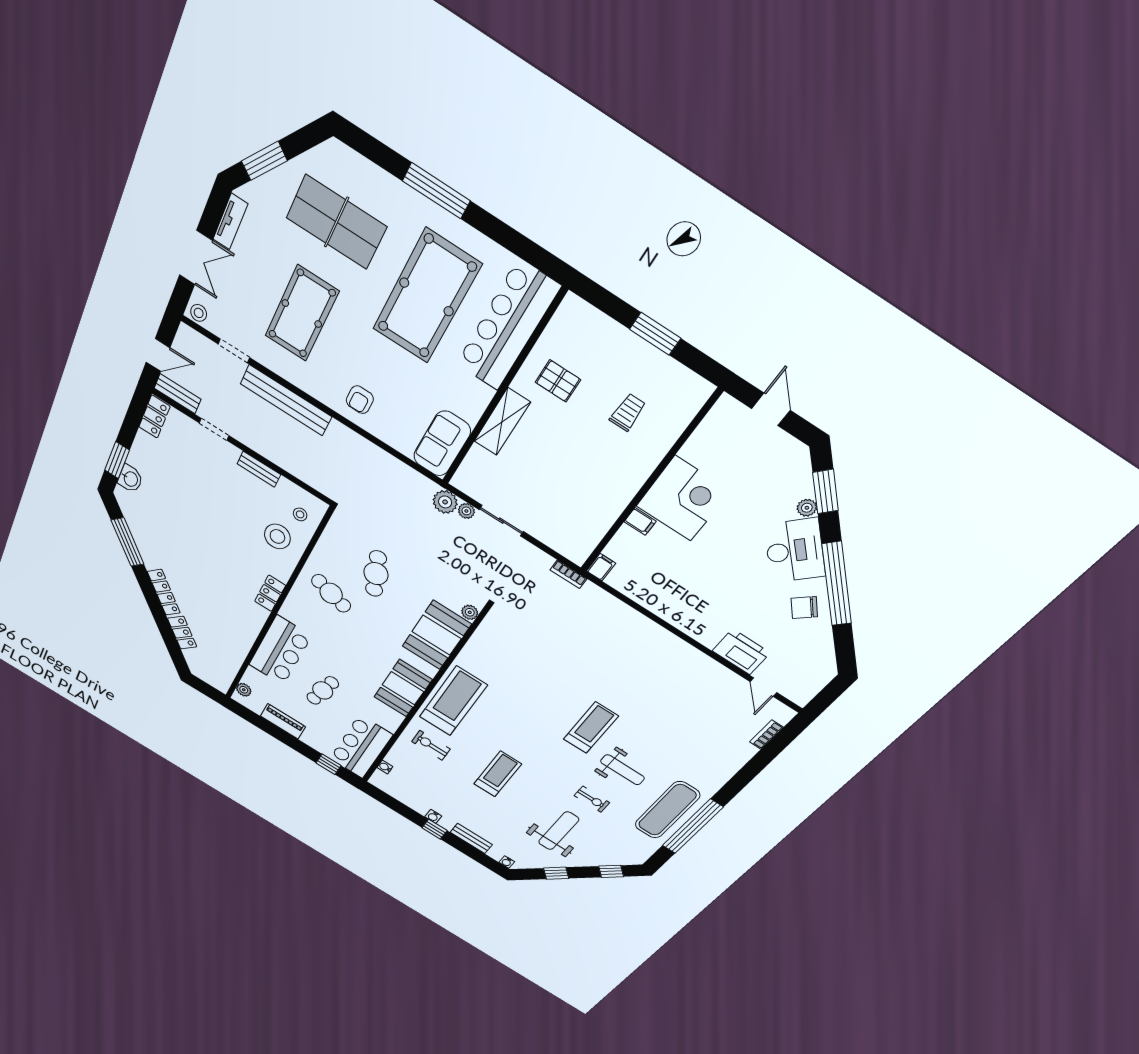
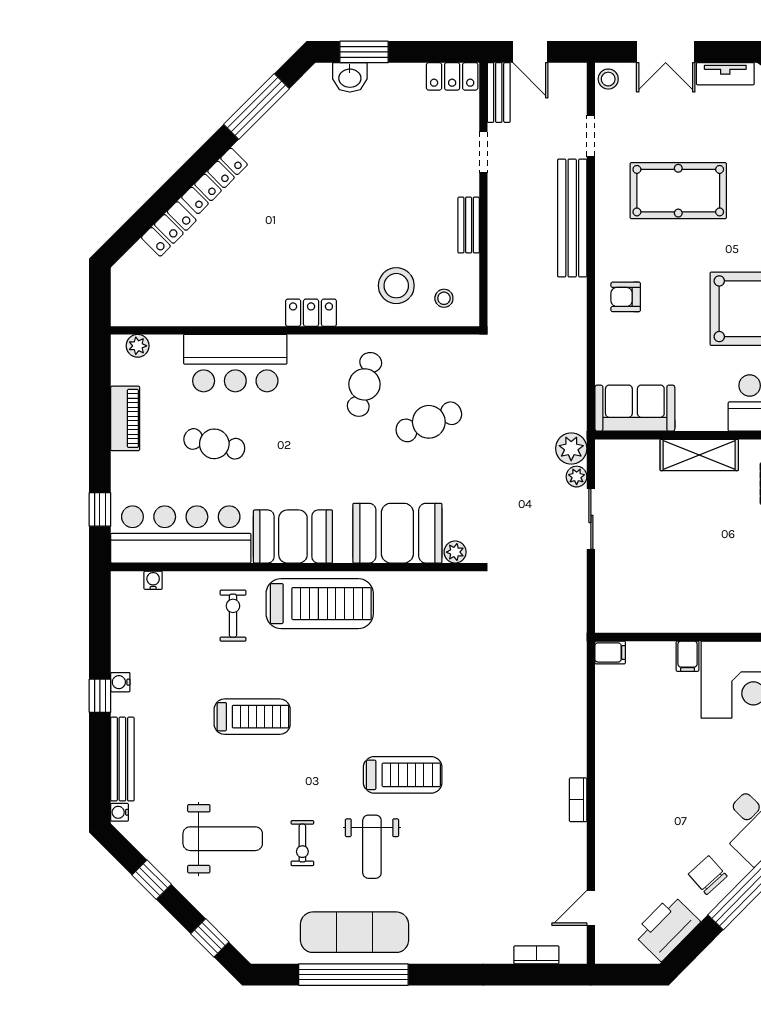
bookcase: (568, 574) -> (578, 800), moved
printer: (741, 652) -> (667, 928), moved, turned -135
bar counter: (361, 747) -> (181, 534), width x1.36
bench: (471, 839) -> (122, 759), width x1.36

